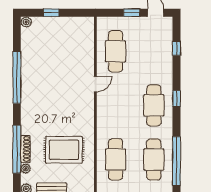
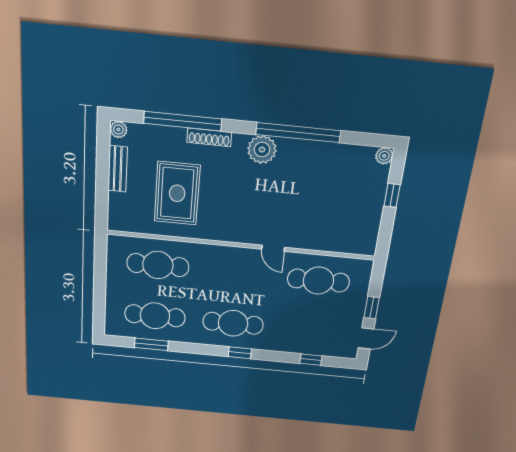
shoe rack: (25, 149) -> (209, 137), moved
window: (177, 161) -> (151, 344), width x0.47
plant: (26, 169) -> (262, 150), moved, width x1.88, depth x1.88

